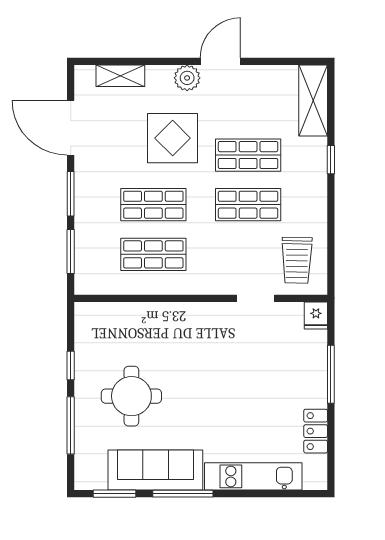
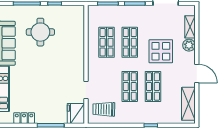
plant: (187, 78) -> (189, 45), moved
shelving: (313, 101) -> (188, 104), moved, turned 90
fridge: (316, 316) -> (76, 113), width x1.88, depth x1.34

